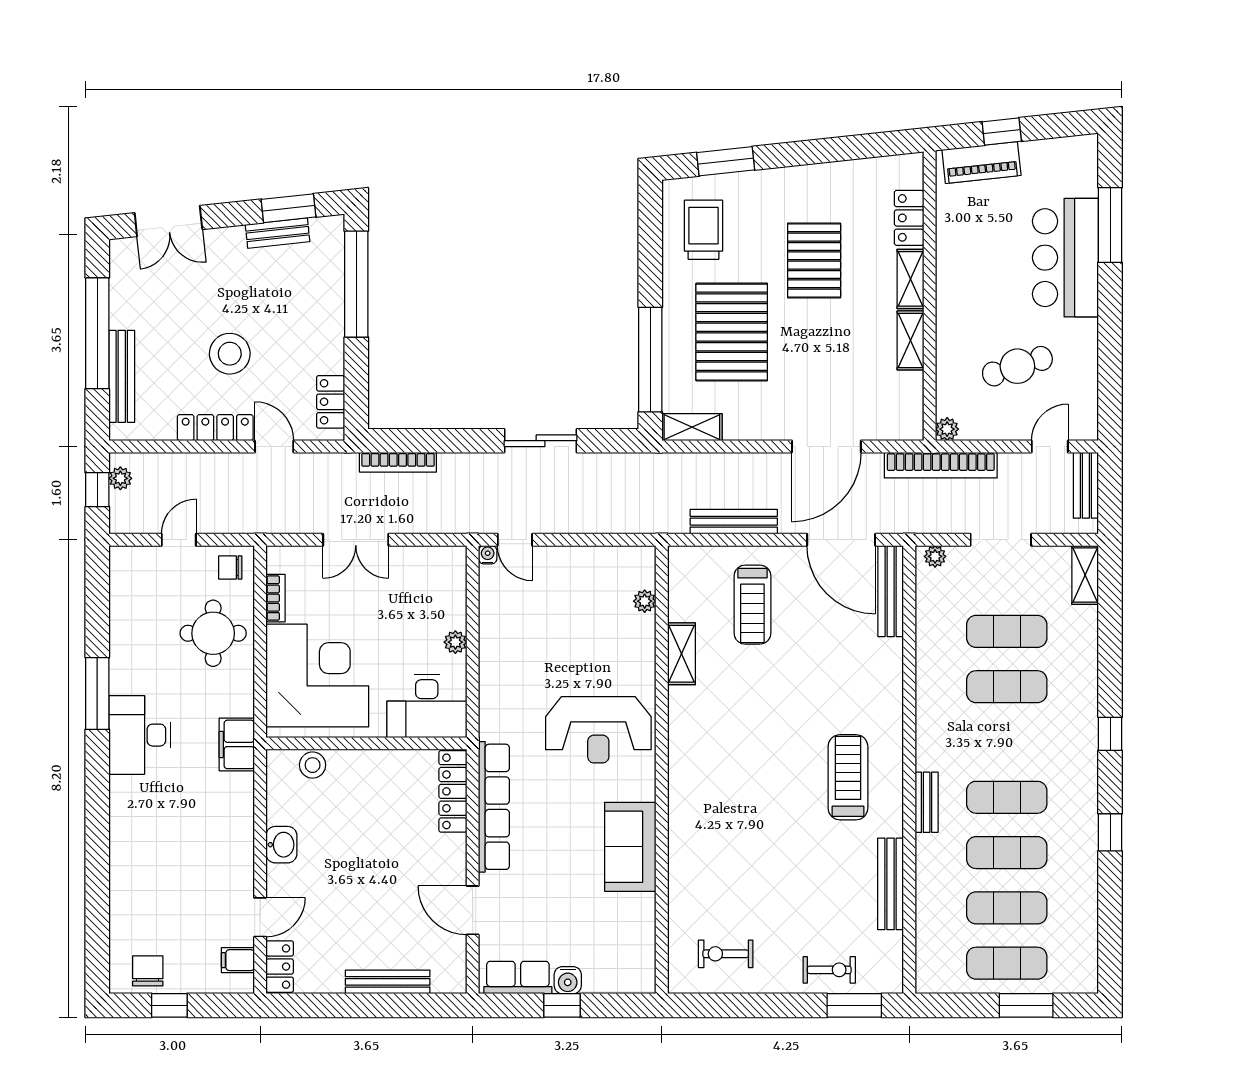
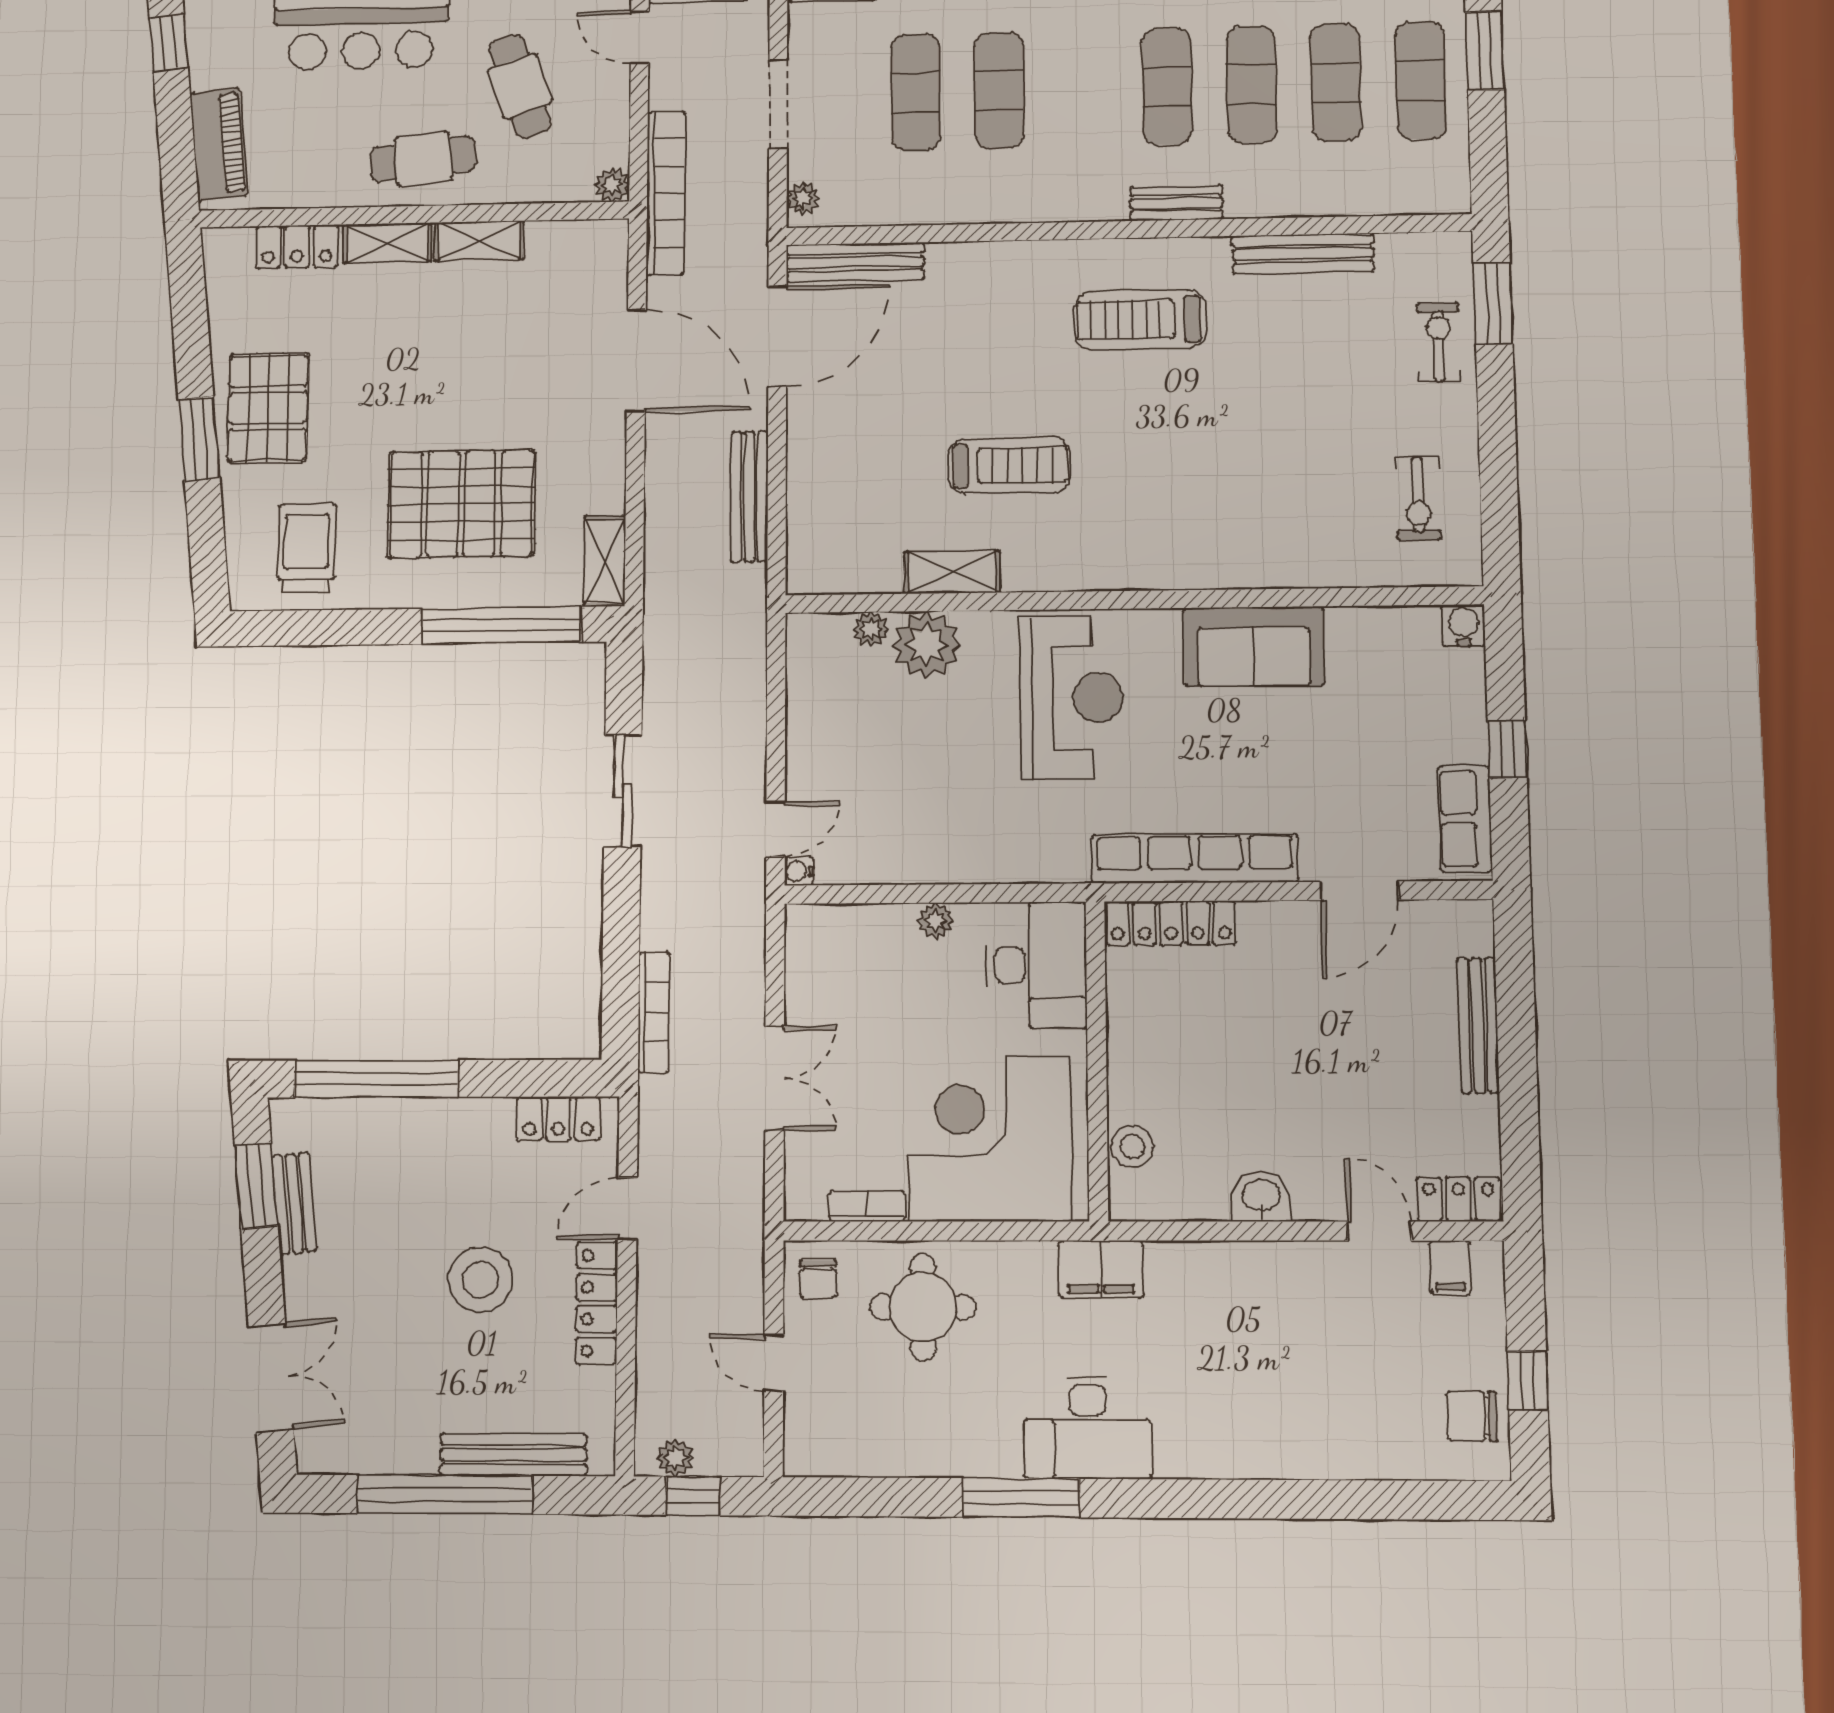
window: (1002, 132) -> (169, 43), moved
window: (726, 161) -> (199, 439), moved
trolley: (704, 230) -> (307, 548), turned 90
pallet: (814, 260) -> (268, 408), moved, turned 90
cafe table: (968, 302) -> (423, 159), added
treadmill: (752, 605) -> (1009, 465), moved
plant: (634, 637) -> (926, 645), added
water cooler: (568, 980) -> (1463, 625), moved, turned -90

